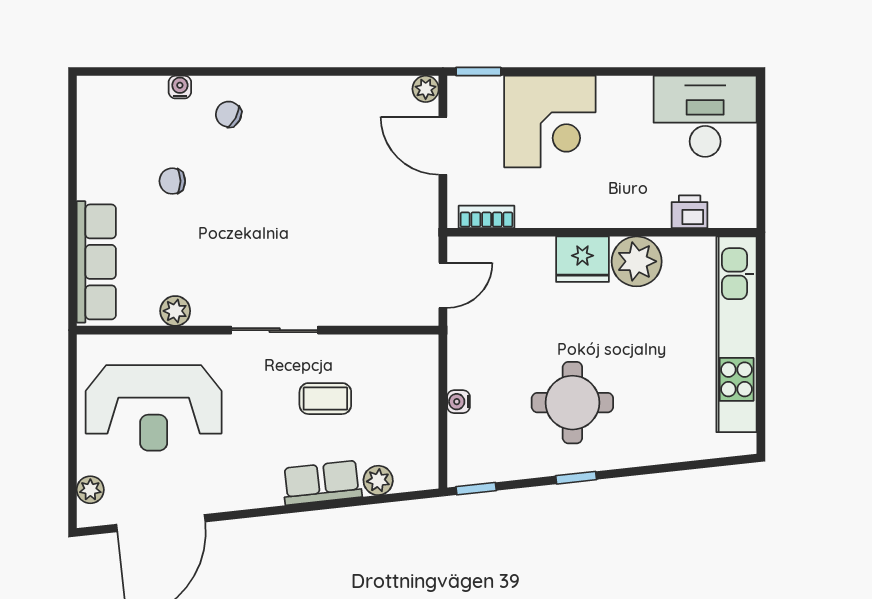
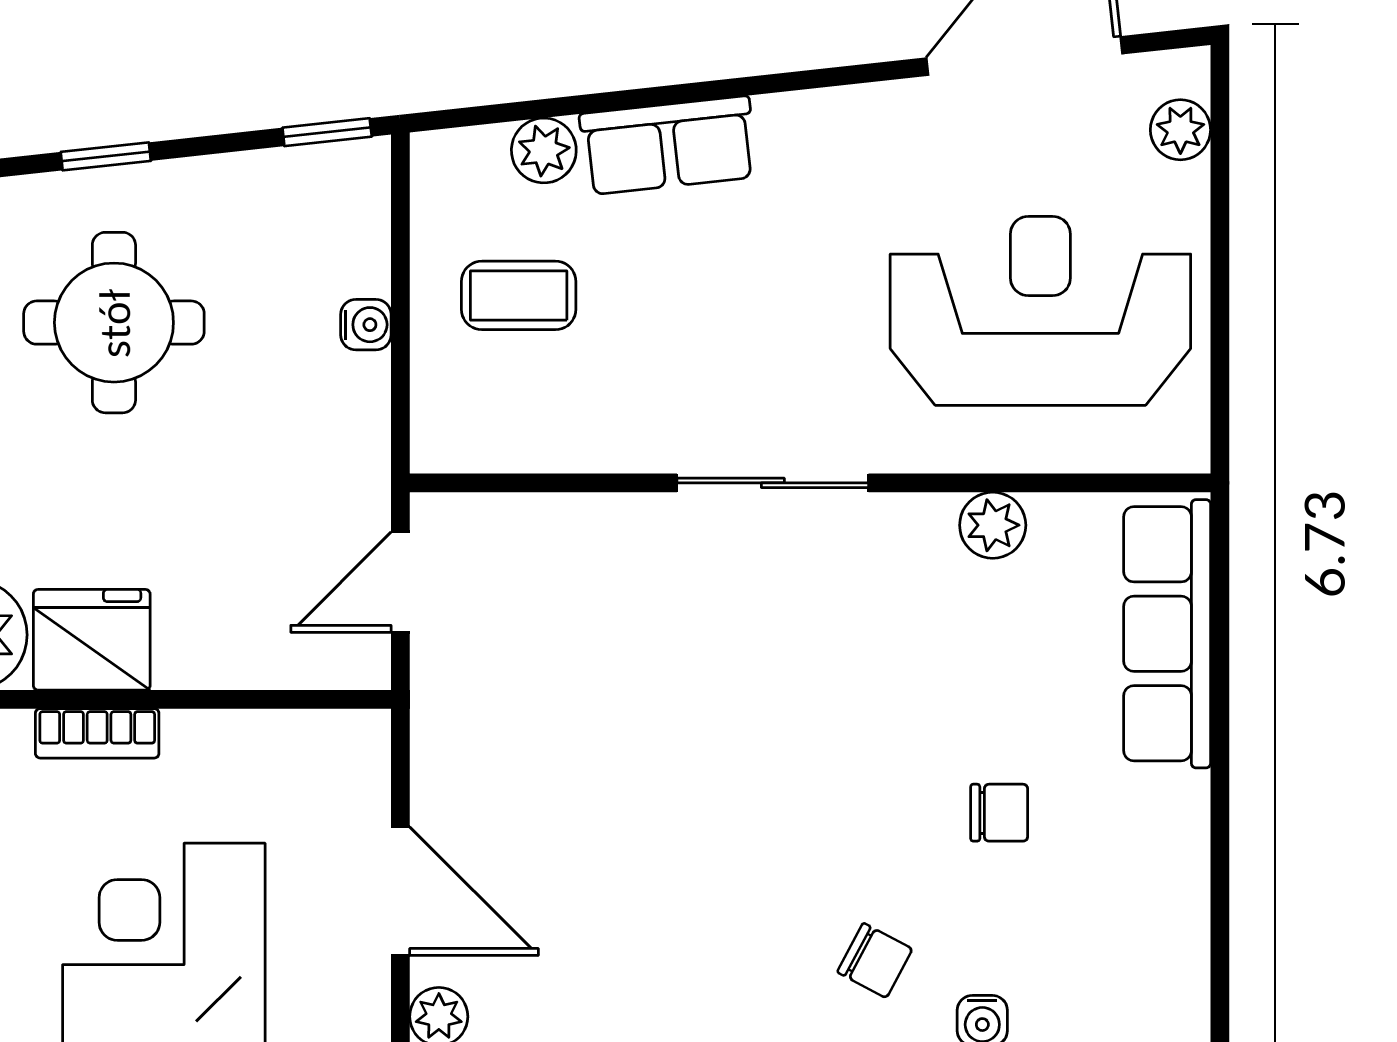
bookcase: (487, 217) -> (97, 733), moved
coffee table: (325, 399) -> (519, 295), moved

